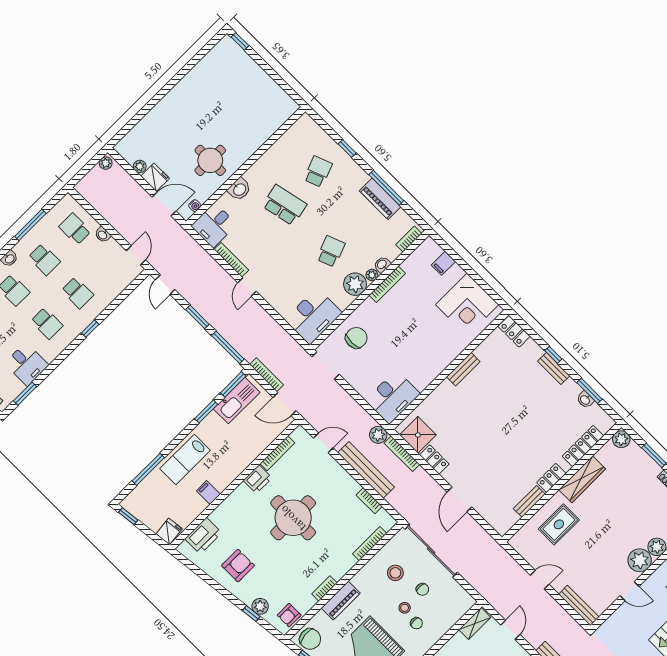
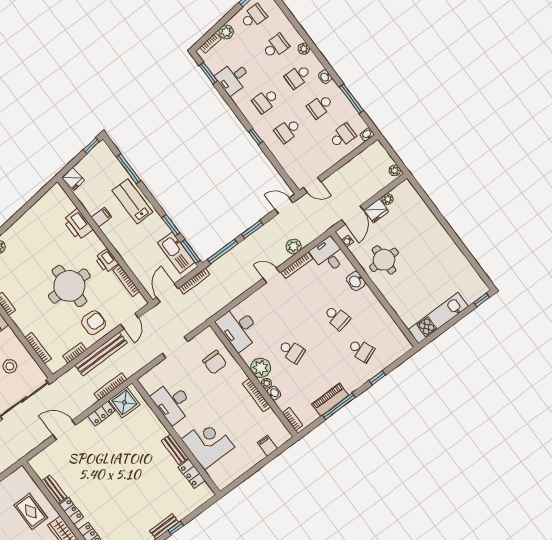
kitchen unit: (268, 88) -> (438, 318), added
school desk: (284, 205) -> (337, 317), width x0.54
washbasin: (103, 235) -> (367, 134), moved
corner desk: (467, 305) -> (208, 443), moved, turned 90
locker: (514, 331) -> (192, 474), moved, turned -90
doorway: (326, 366) -> (175, 347), moved
desk: (393, 397) -> (172, 403), moved
plant: (378, 435) -> (294, 246), moved
printer: (203, 536) -> (78, 225), moved
armchair: (238, 566) -> (94, 323), moved, turned -90

